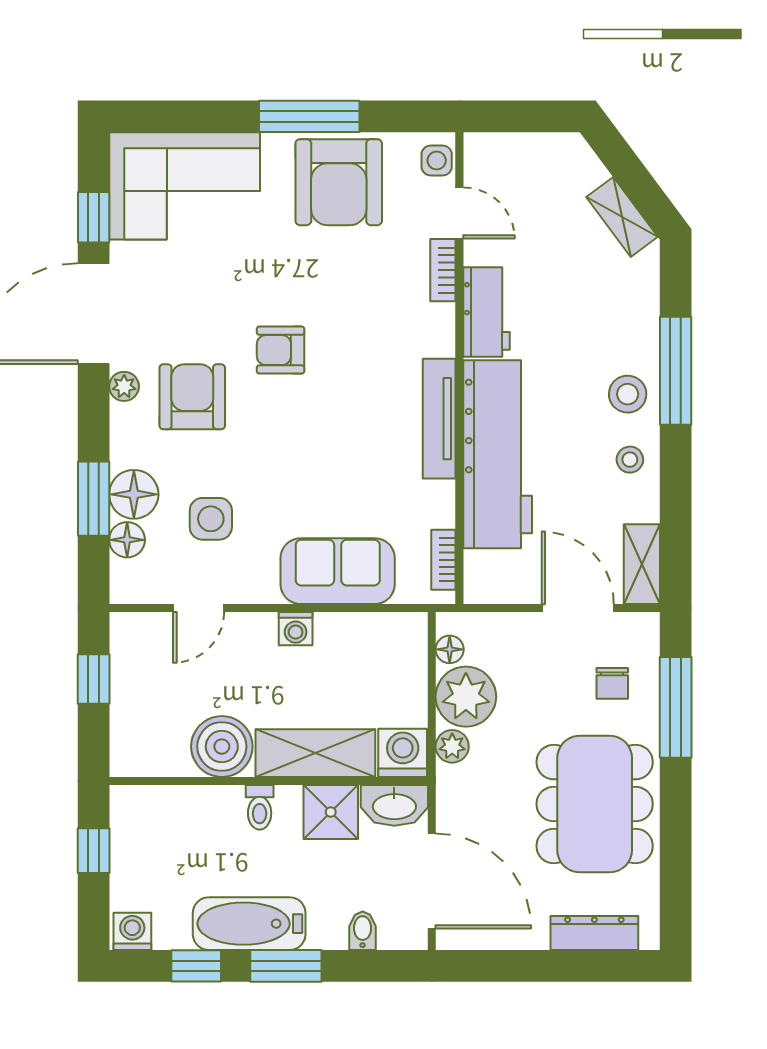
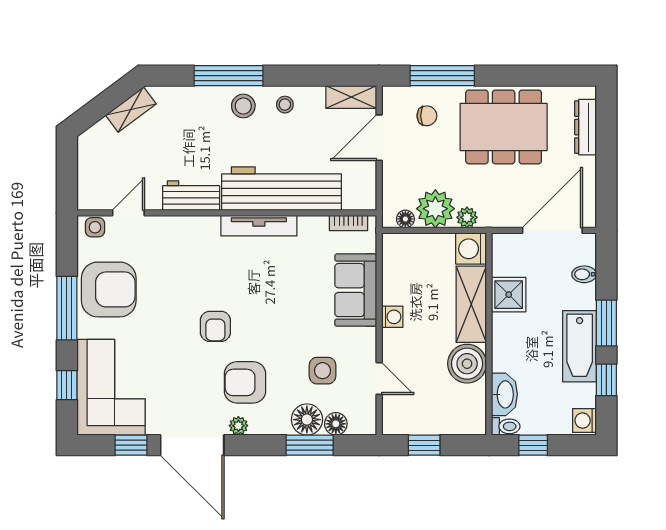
window: (188, 116) -> (67, 385), added
bookcase: (443, 270) -> (165, 223), removed
washbasin: (394, 805) -> (504, 394), moved
toilet: (260, 807) -> (506, 426), moved

